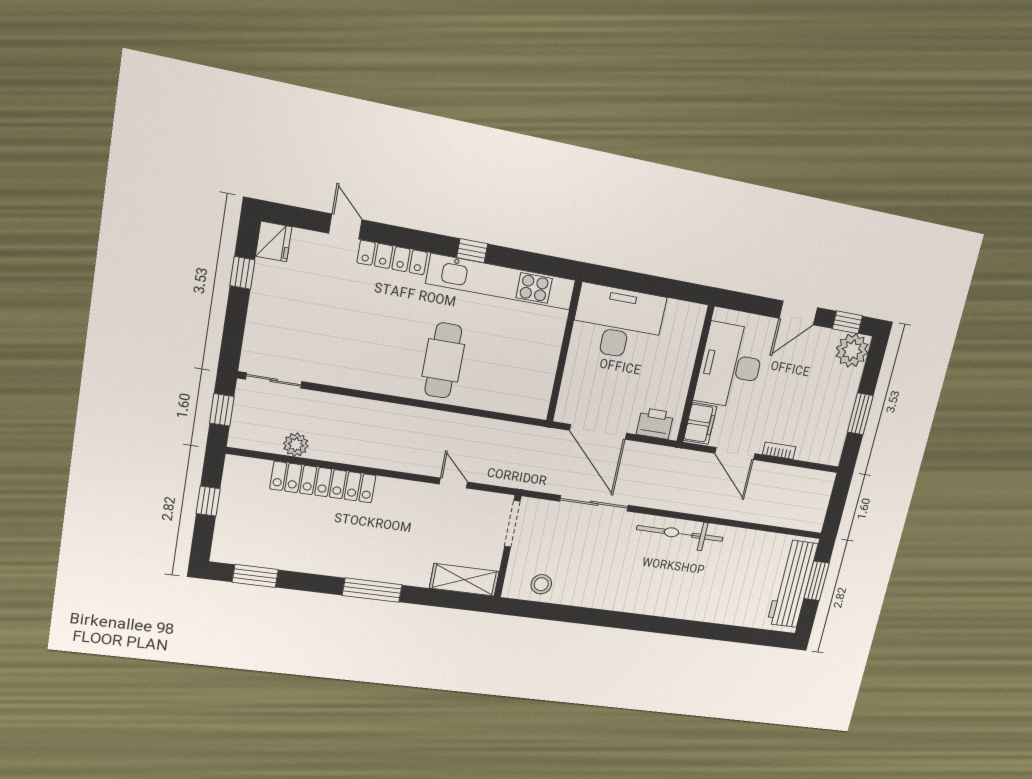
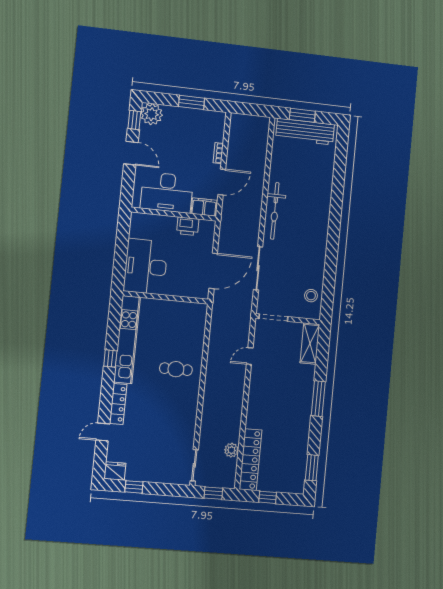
cafe table: (443, 360) -> (176, 369), width x0.73, depth x0.74
printer: (655, 424) -> (188, 226), moved, turned -90
locker: (323, 482) -> (250, 460), moved

